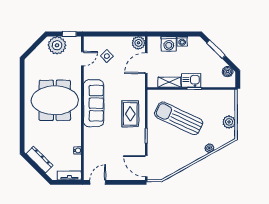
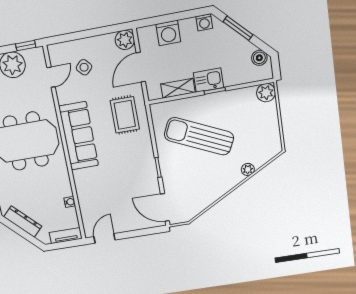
washing machine: (182, 41) -> (204, 22), moved
rug: (130, 114) -> (125, 115), moved
plant: (229, 122) -> (266, 93), moved

